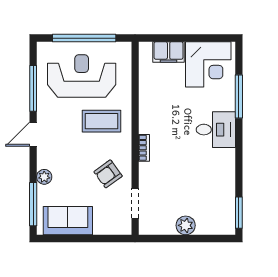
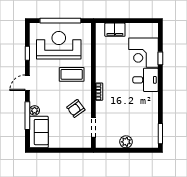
corner desk: (208, 64) -> (143, 53), moved, turned 90
window: (33, 88) -> (27, 53), width x0.46
window: (239, 96) -> (160, 58), width x0.46
window: (33, 204) -> (27, 116), moved
sofa: (68, 221) -> (39, 132), moved, turned 90

